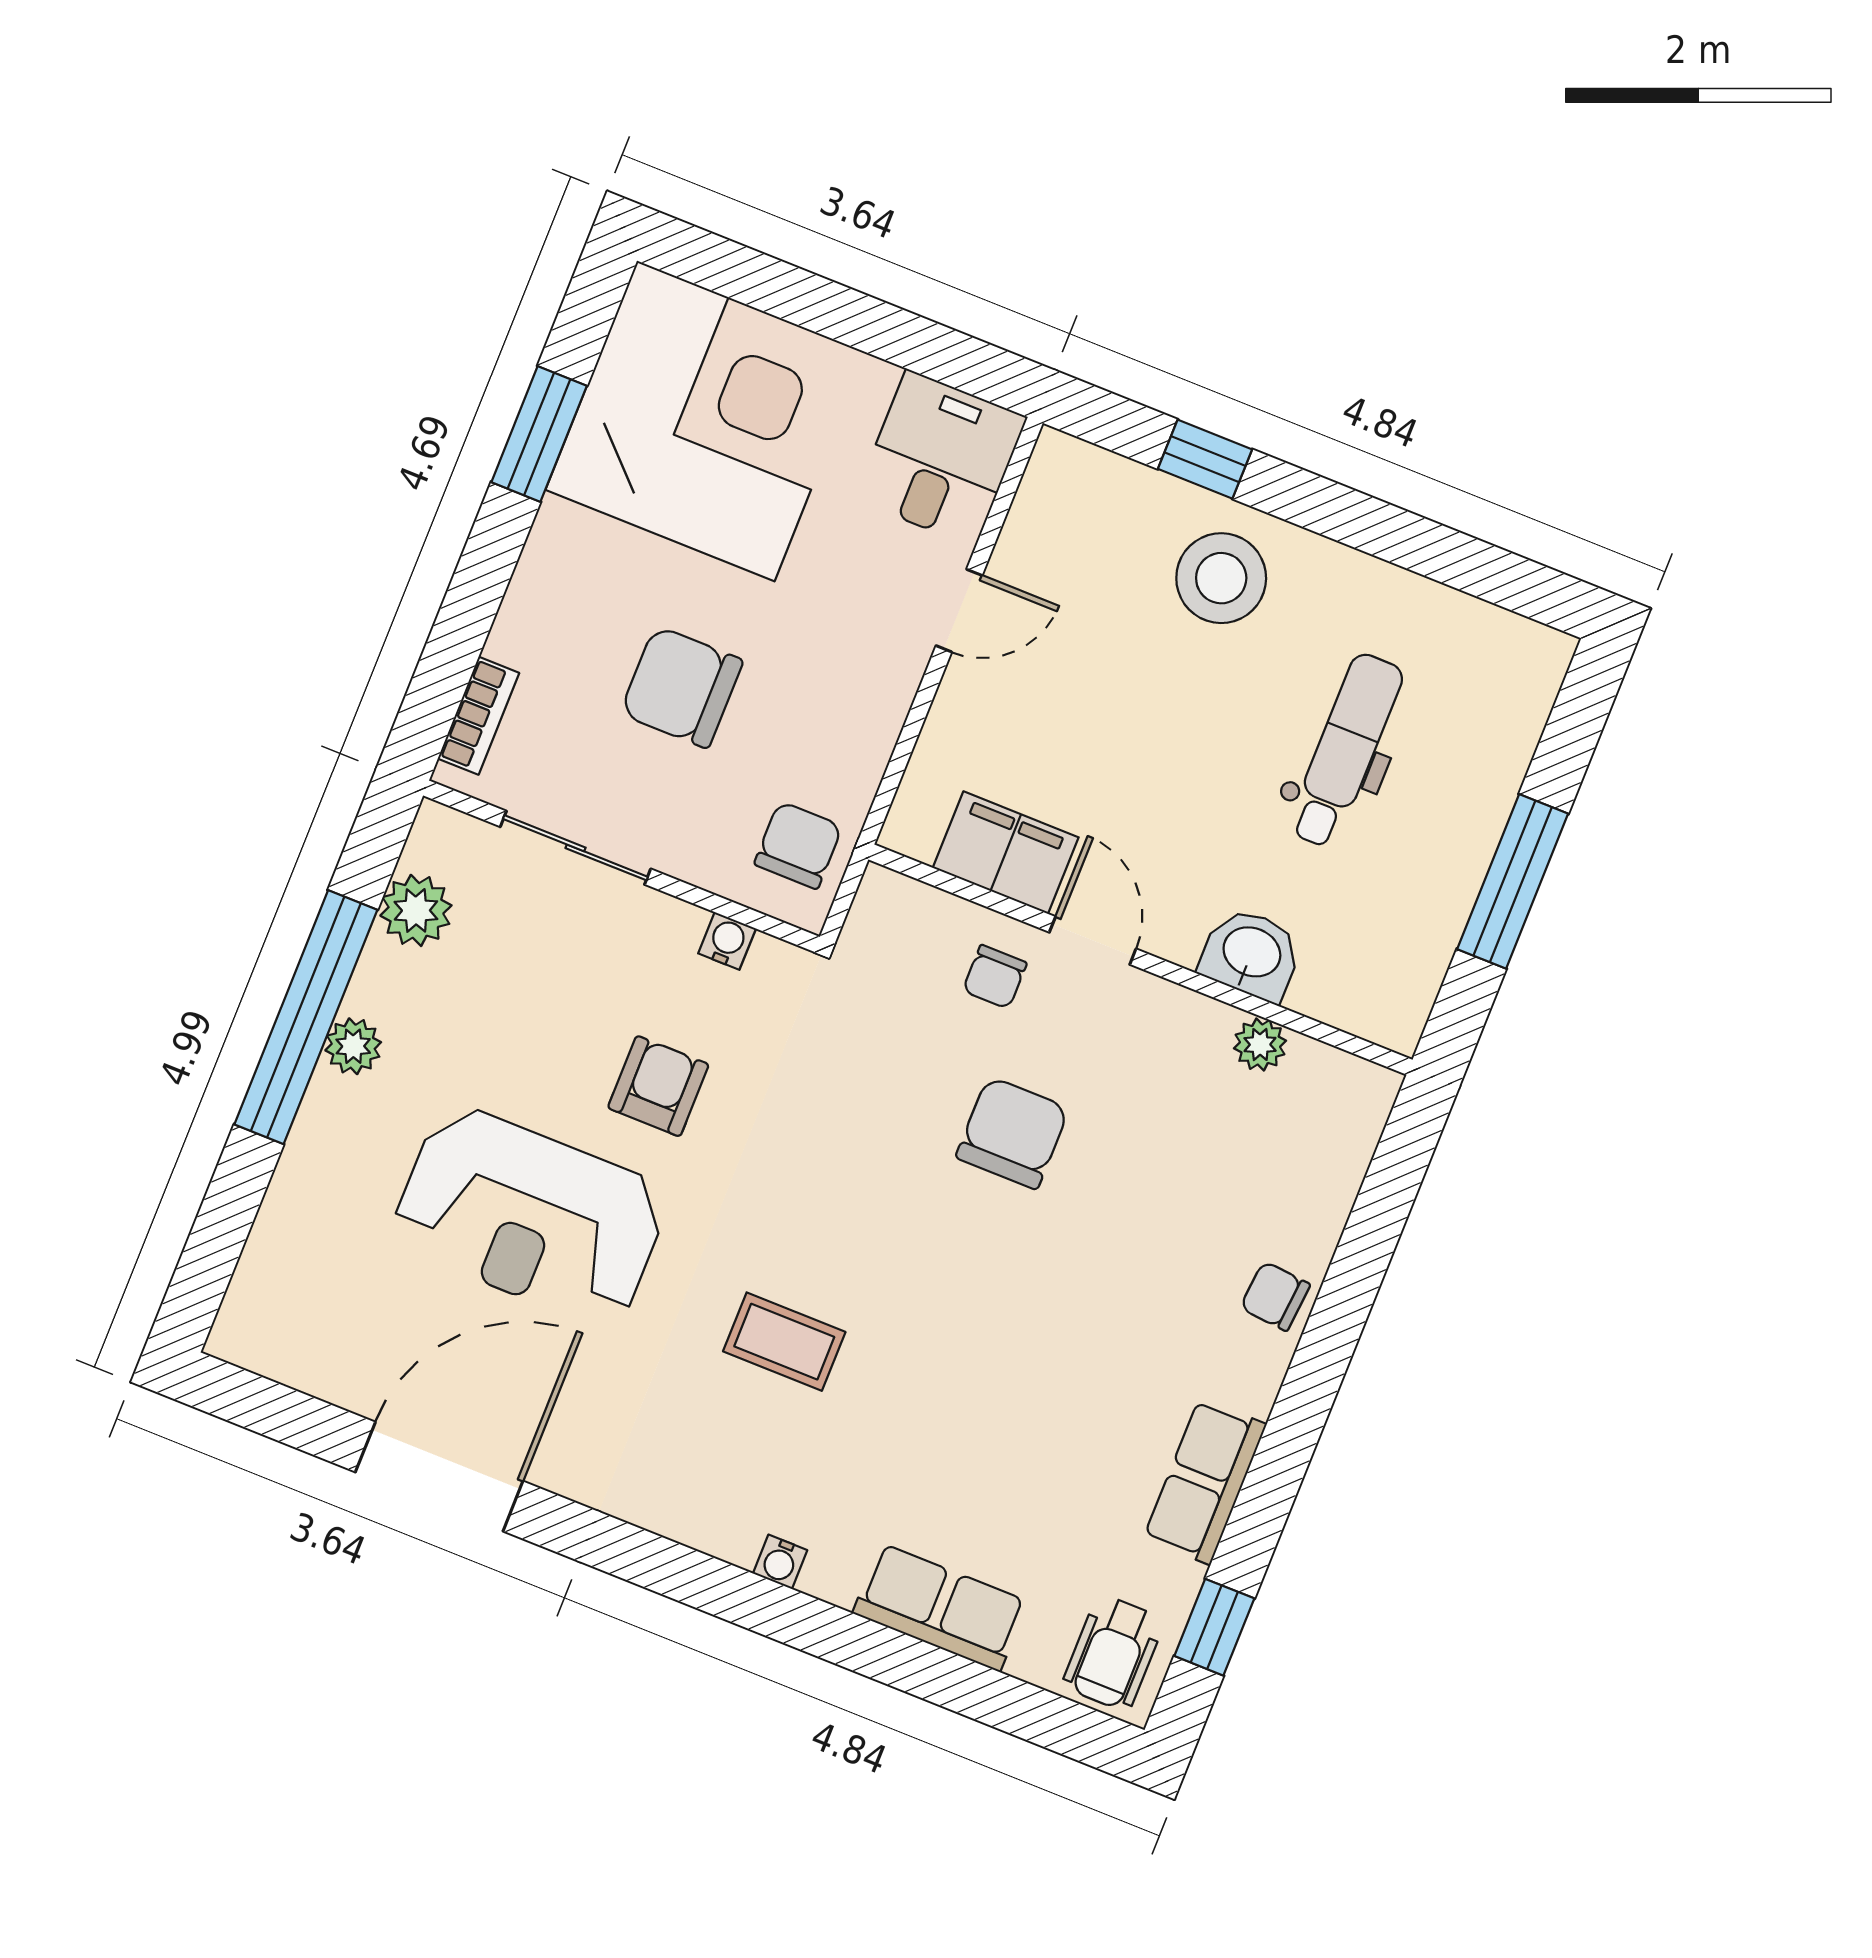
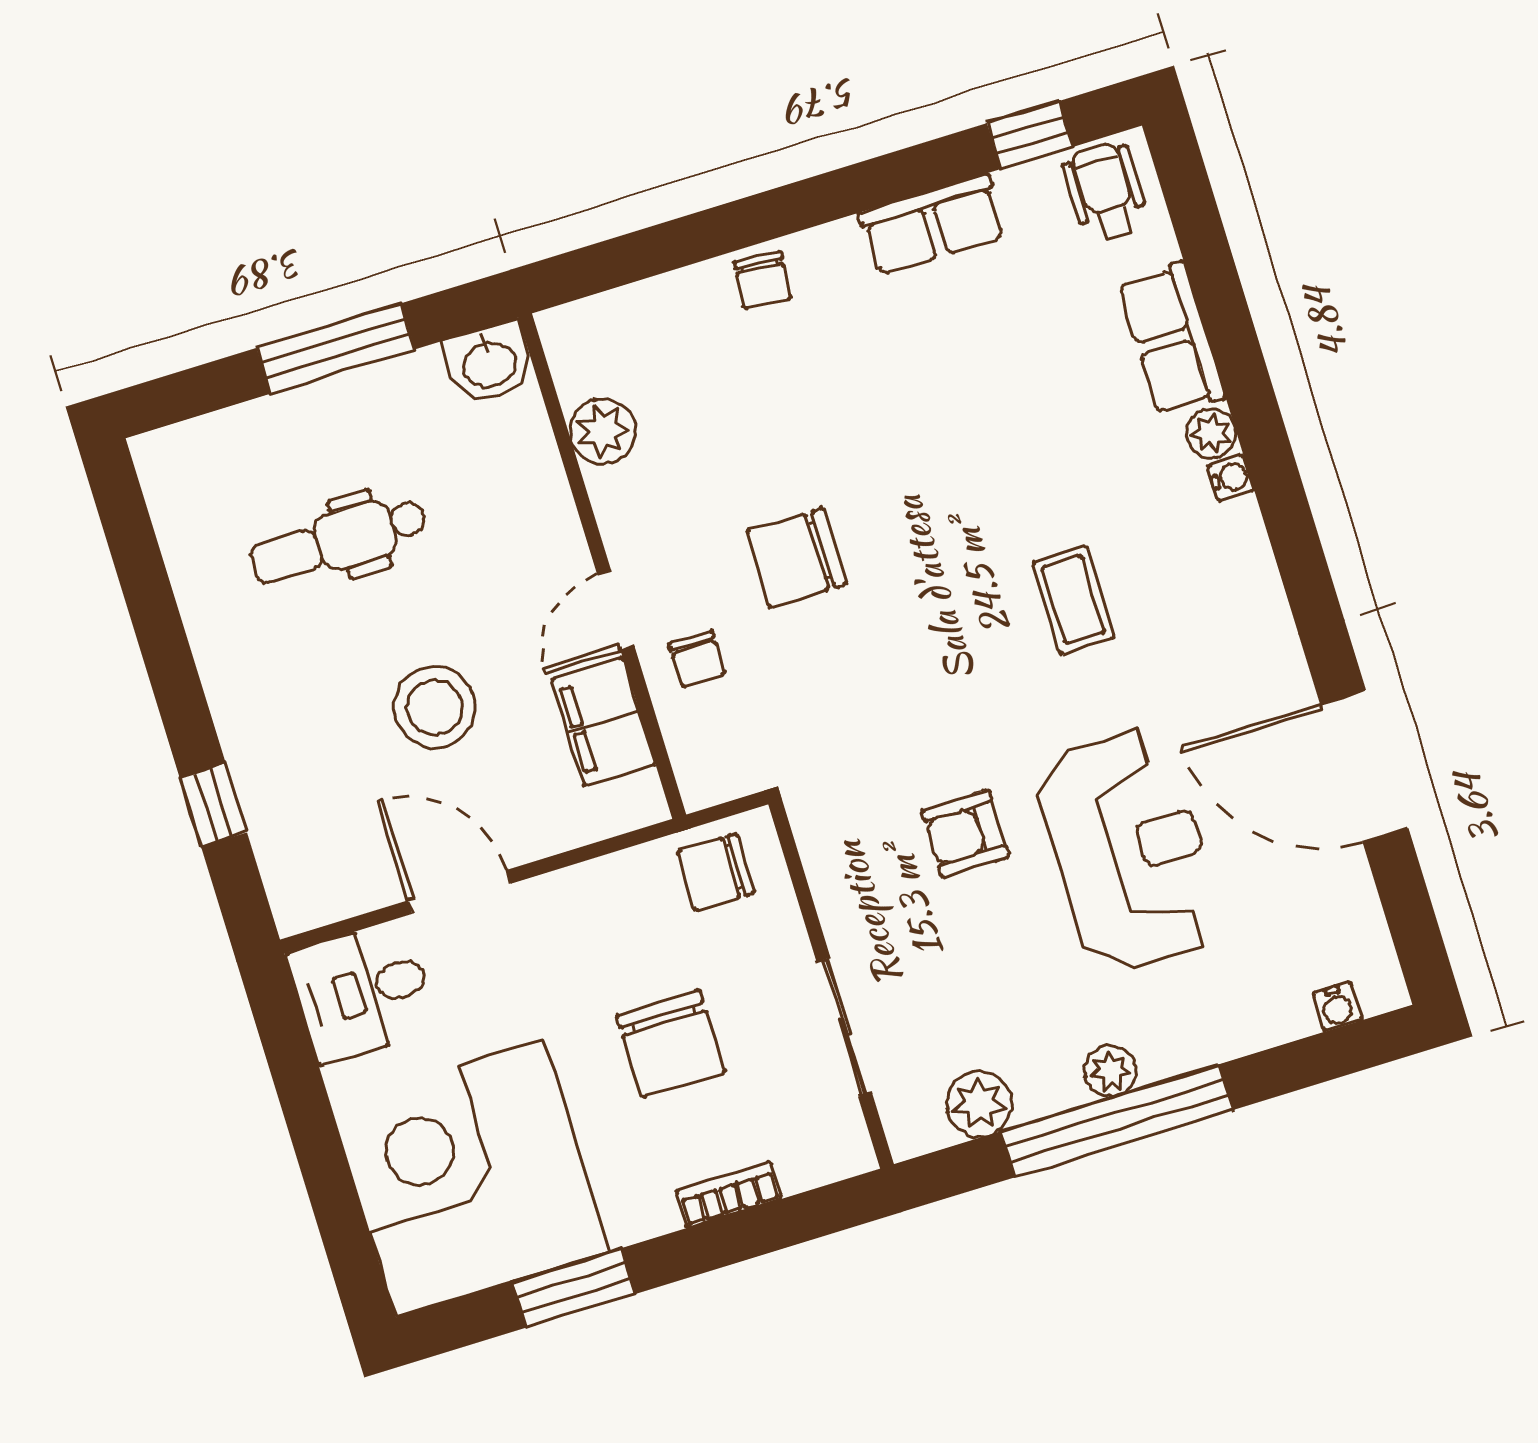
stool: (1221, 578) -> (435, 707), moved
door: (959, 611) -> (460, 892), width x1.38
bookcase: (479, 716) -> (729, 1194), moved
water cooler: (727, 941) -> (1337, 1007), moved, turned -90
washbasin: (1251, 954) -> (489, 363), moved, turned -90
chair: (995, 977) -> (697, 659), turned 90
plant: (1260, 1045) -> (603, 431), width x1.38, depth x1.38
plant: (832, 1576) -> (1211, 433), added
wheelchair: (1113, 1653) -> (1105, 192), turned -90

